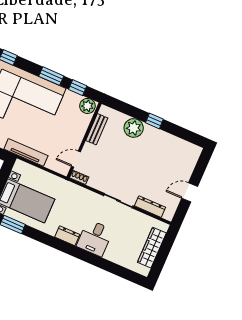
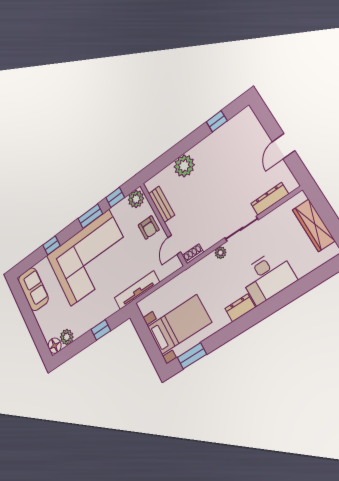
window: (154, 121) -> (217, 121), moved
armchair: (74, 131) -> (149, 227), added
plant: (93, 197) -> (220, 253), added
desk: (95, 238) -> (267, 277), width x1.37

